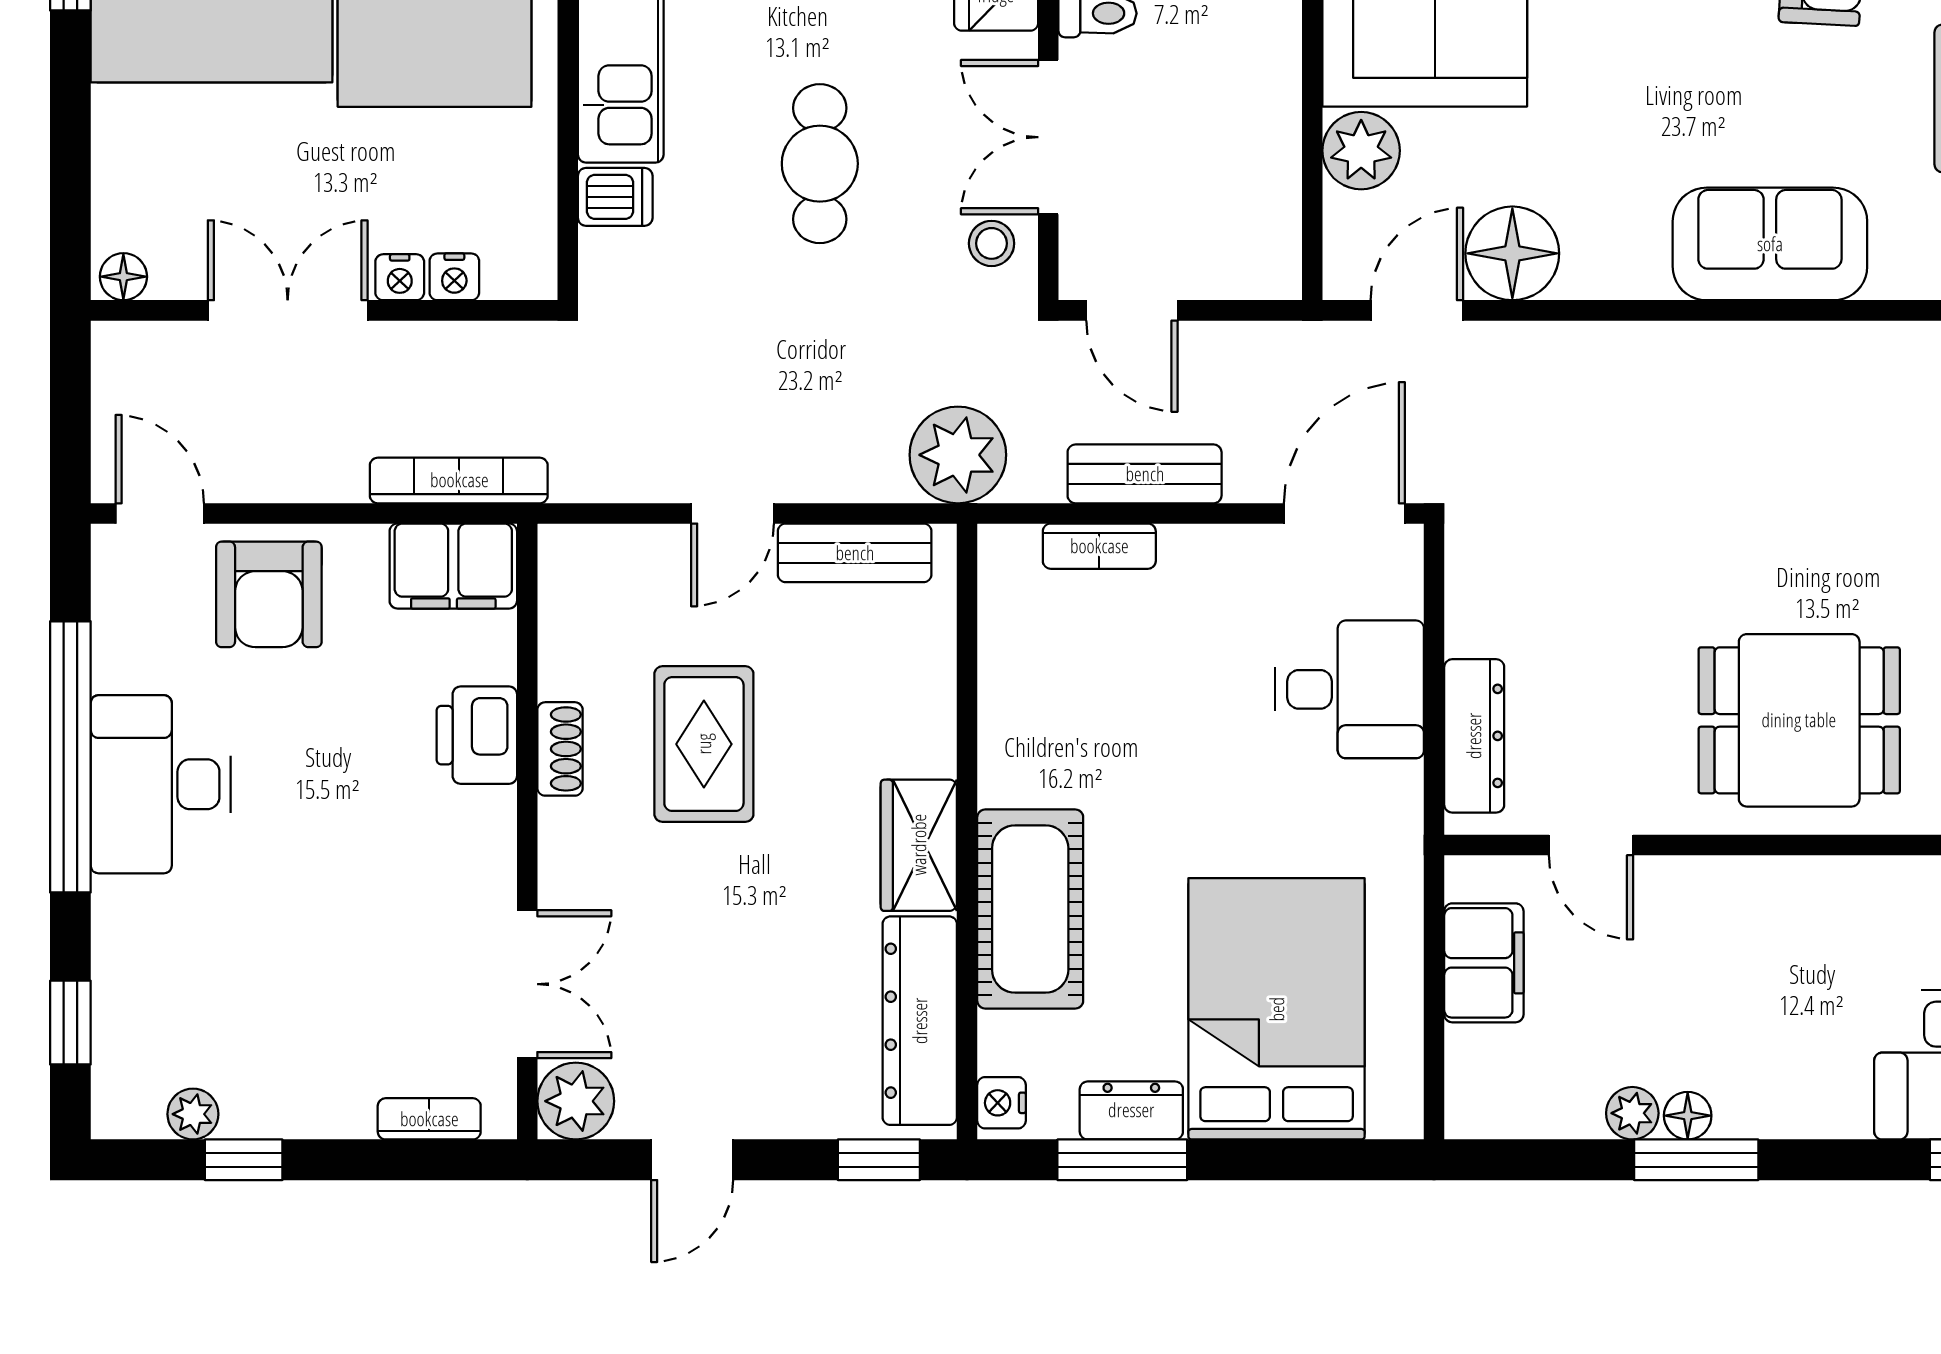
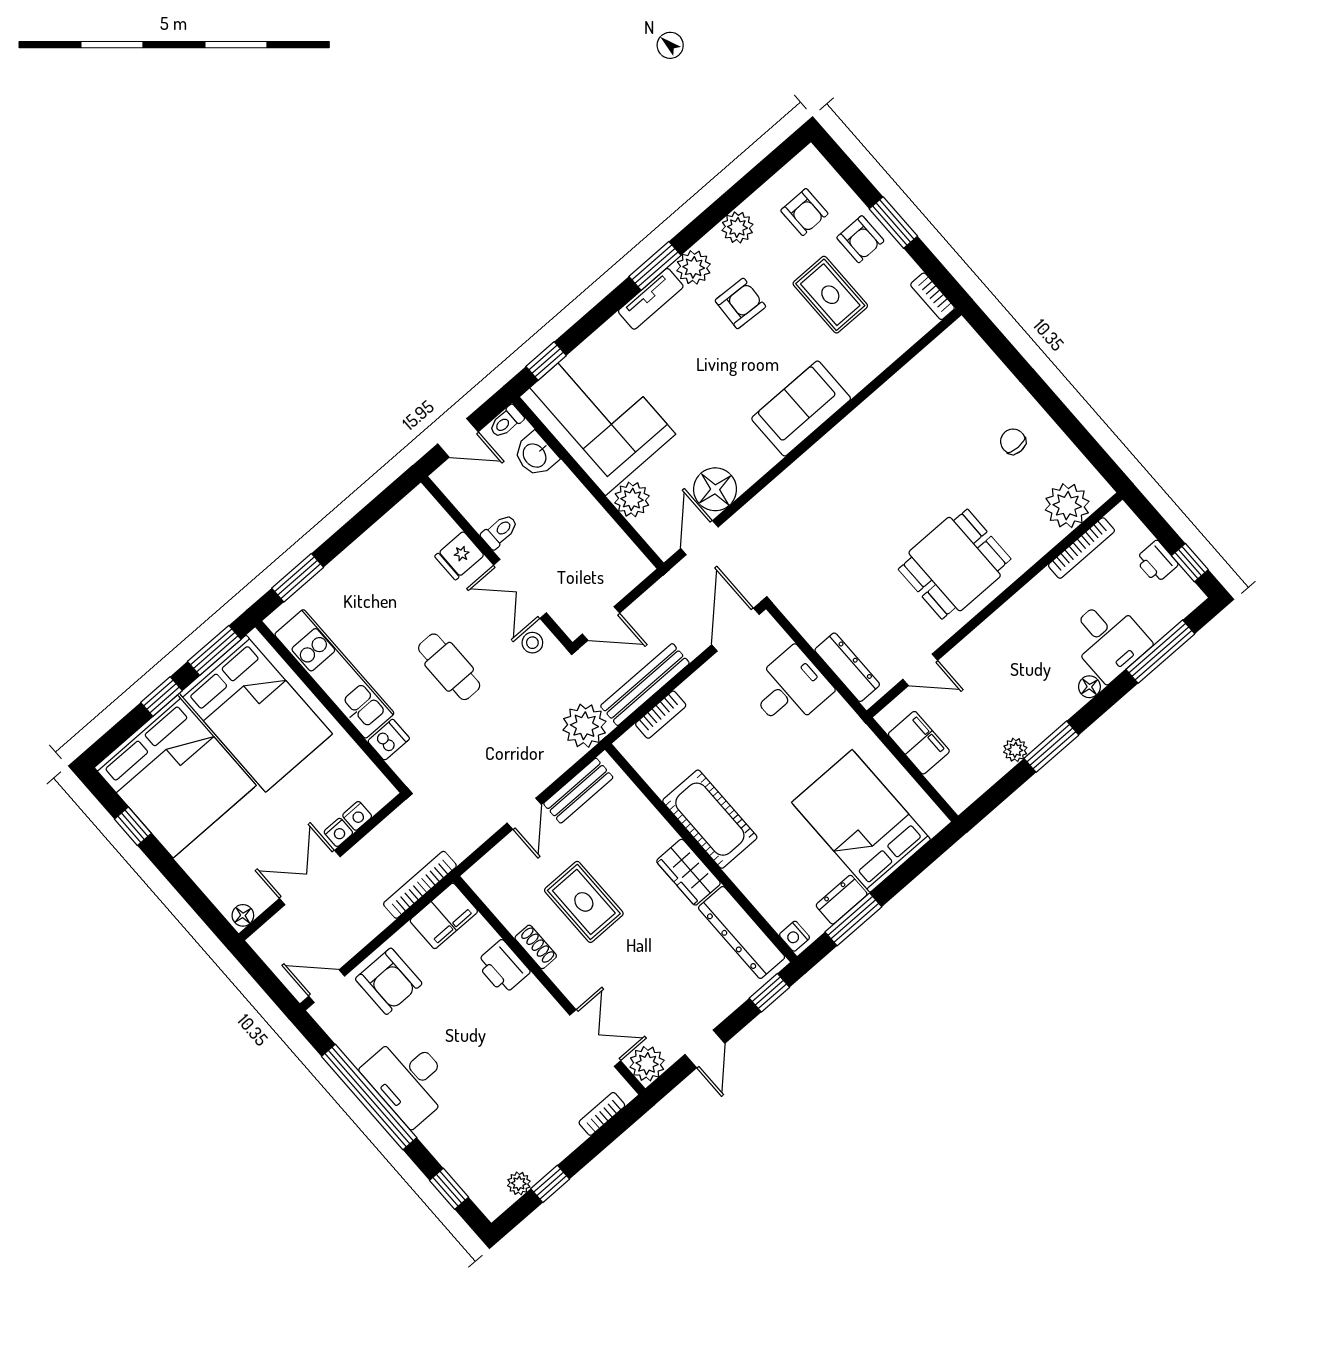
bench: (1145, 474) -> (645, 685), width x1.36
cot: (1030, 909) -> (710, 819), moved
floor lamp: (1688, 1116) -> (1089, 687), moved

